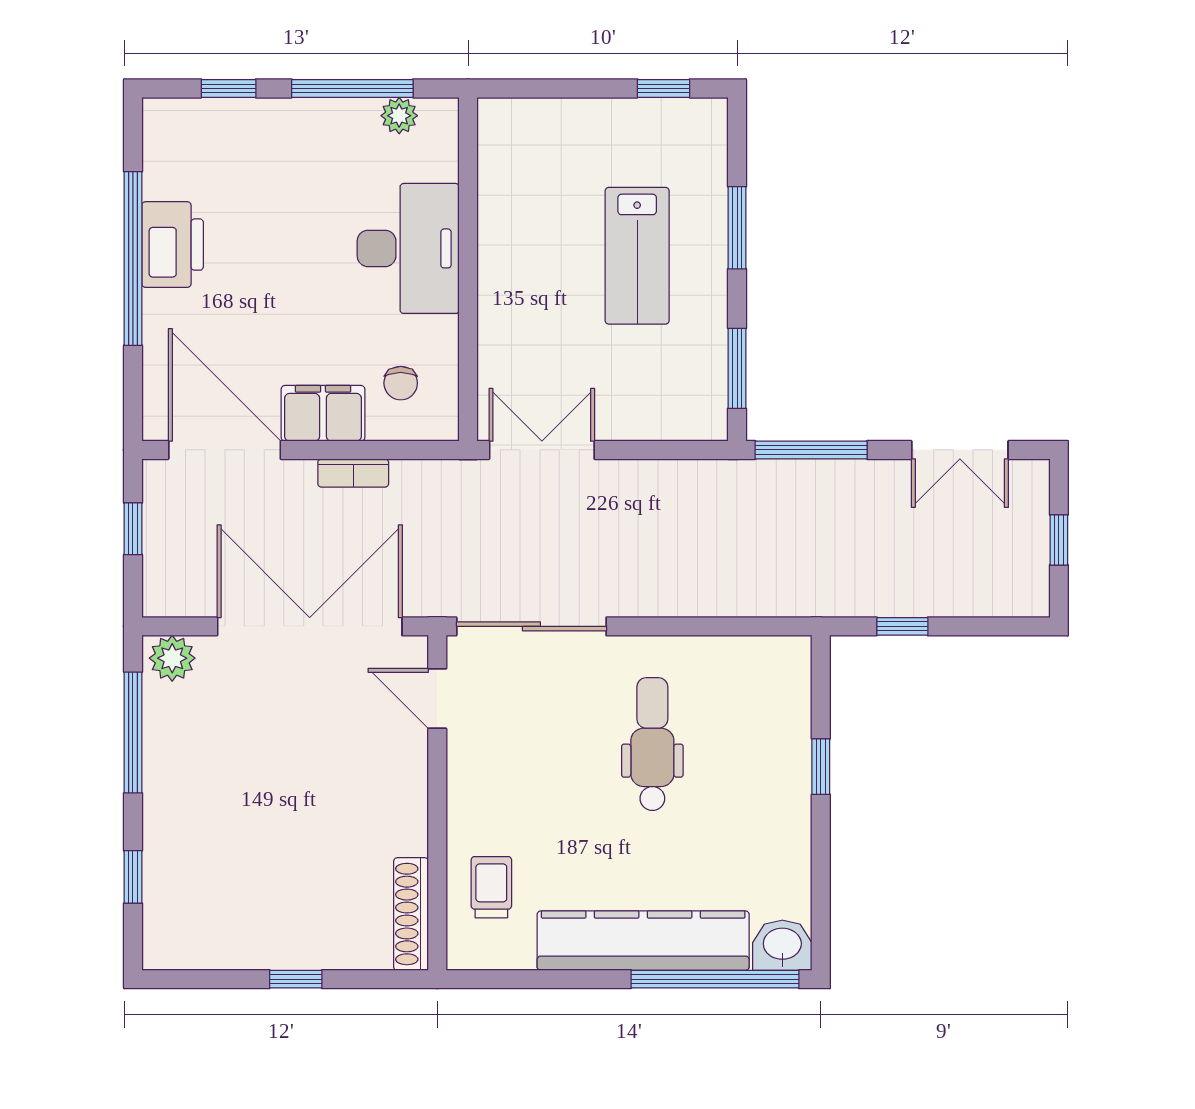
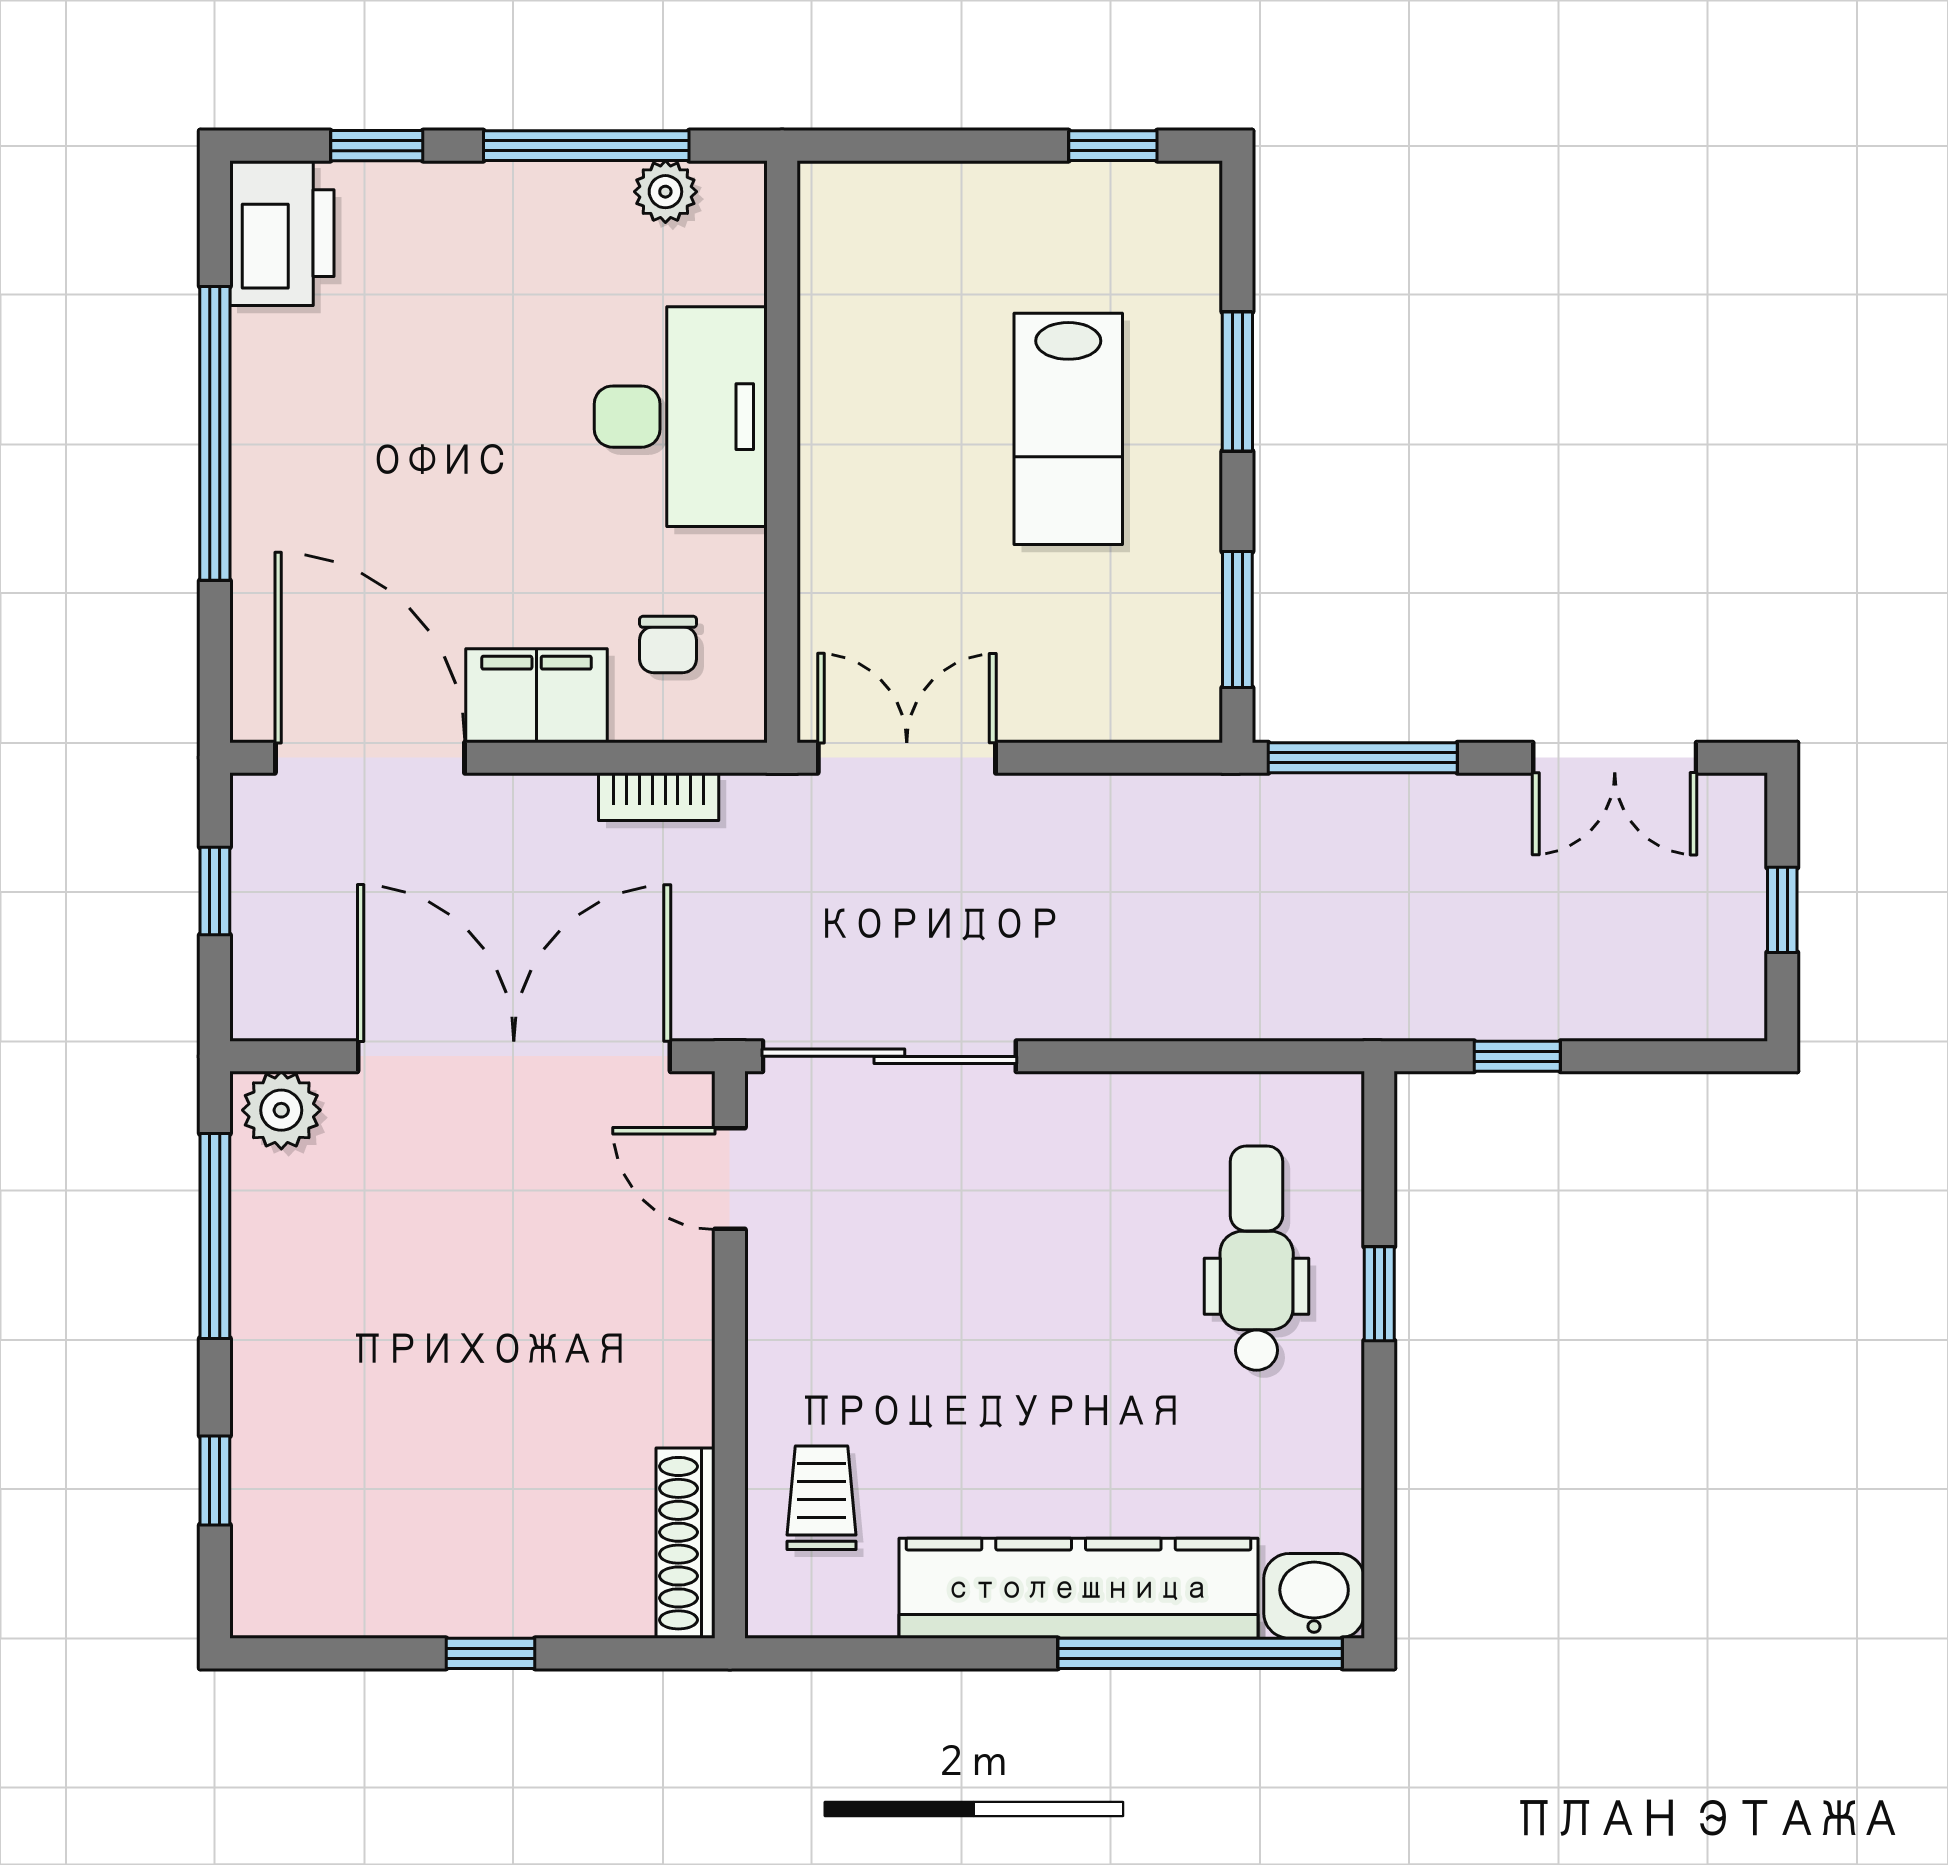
printer: (173, 245) -> (282, 233), moved
bookcase: (353, 473) -> (659, 797), moved
dental chair: (652, 744) -> (1257, 1258), moved

